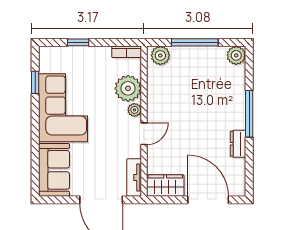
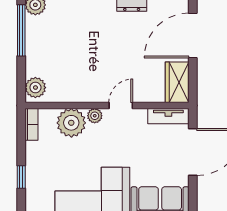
window: (195, 42) -> (21, 30), moved
door: (144, 134) -> (121, 105), hinge flipped

